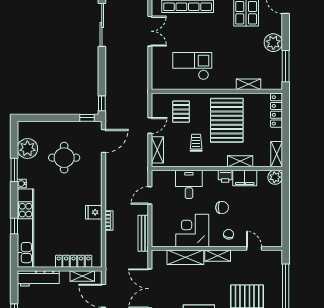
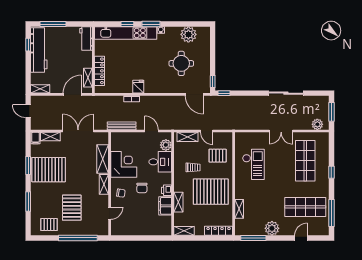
window: (14, 170) -> (151, 24), moved
plant: (275, 177) -> (166, 145), moved
workbench: (38, 278) -> (86, 39), width x0.73

